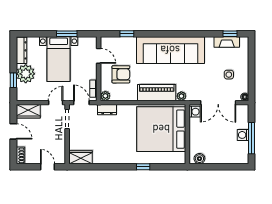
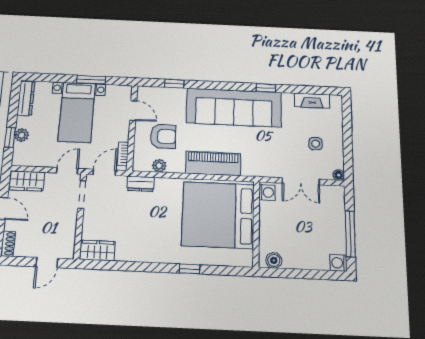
window: (230, 34) -> (266, 88), moved
plant: (26, 74) -> (22, 135), width x0.53, depth x0.53
plant: (105, 96) -> (159, 166), moved
plant: (181, 96) -> (248, 170), removed
door: (81, 103) -> (104, 172), hinge flipped
double door: (218, 103) -> (301, 181), width x0.73
washing machine: (243, 135) -> (338, 263), moved
door: (48, 167) -> (47, 263), swing flipped

